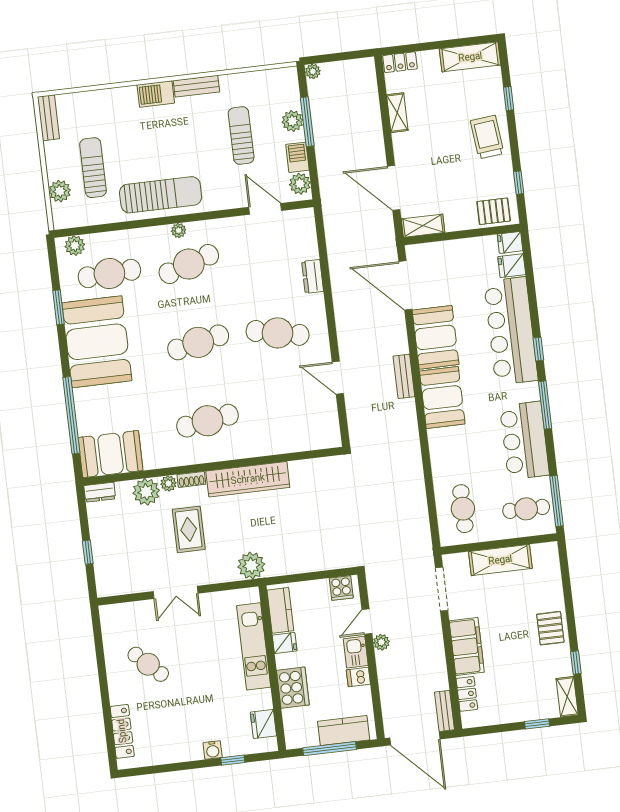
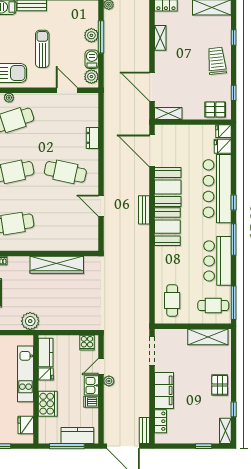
sun lounger: (241, 135) -> (42, 49), moved
wardrobe: (248, 479) -> (57, 265), moved
shelving: (500, 560) -> (208, 337), moved

